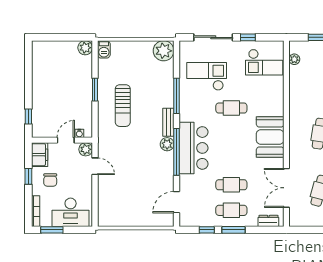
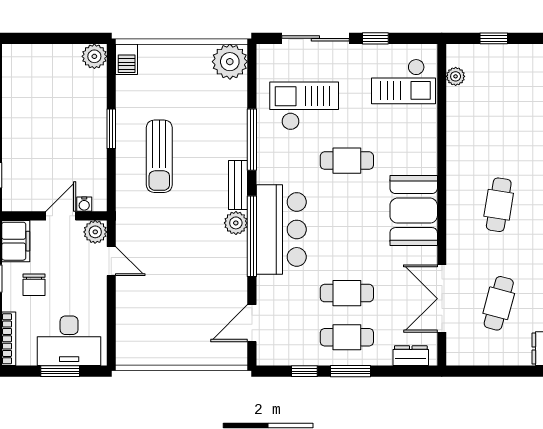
window: (52, 230) -> (60, 371), moved

